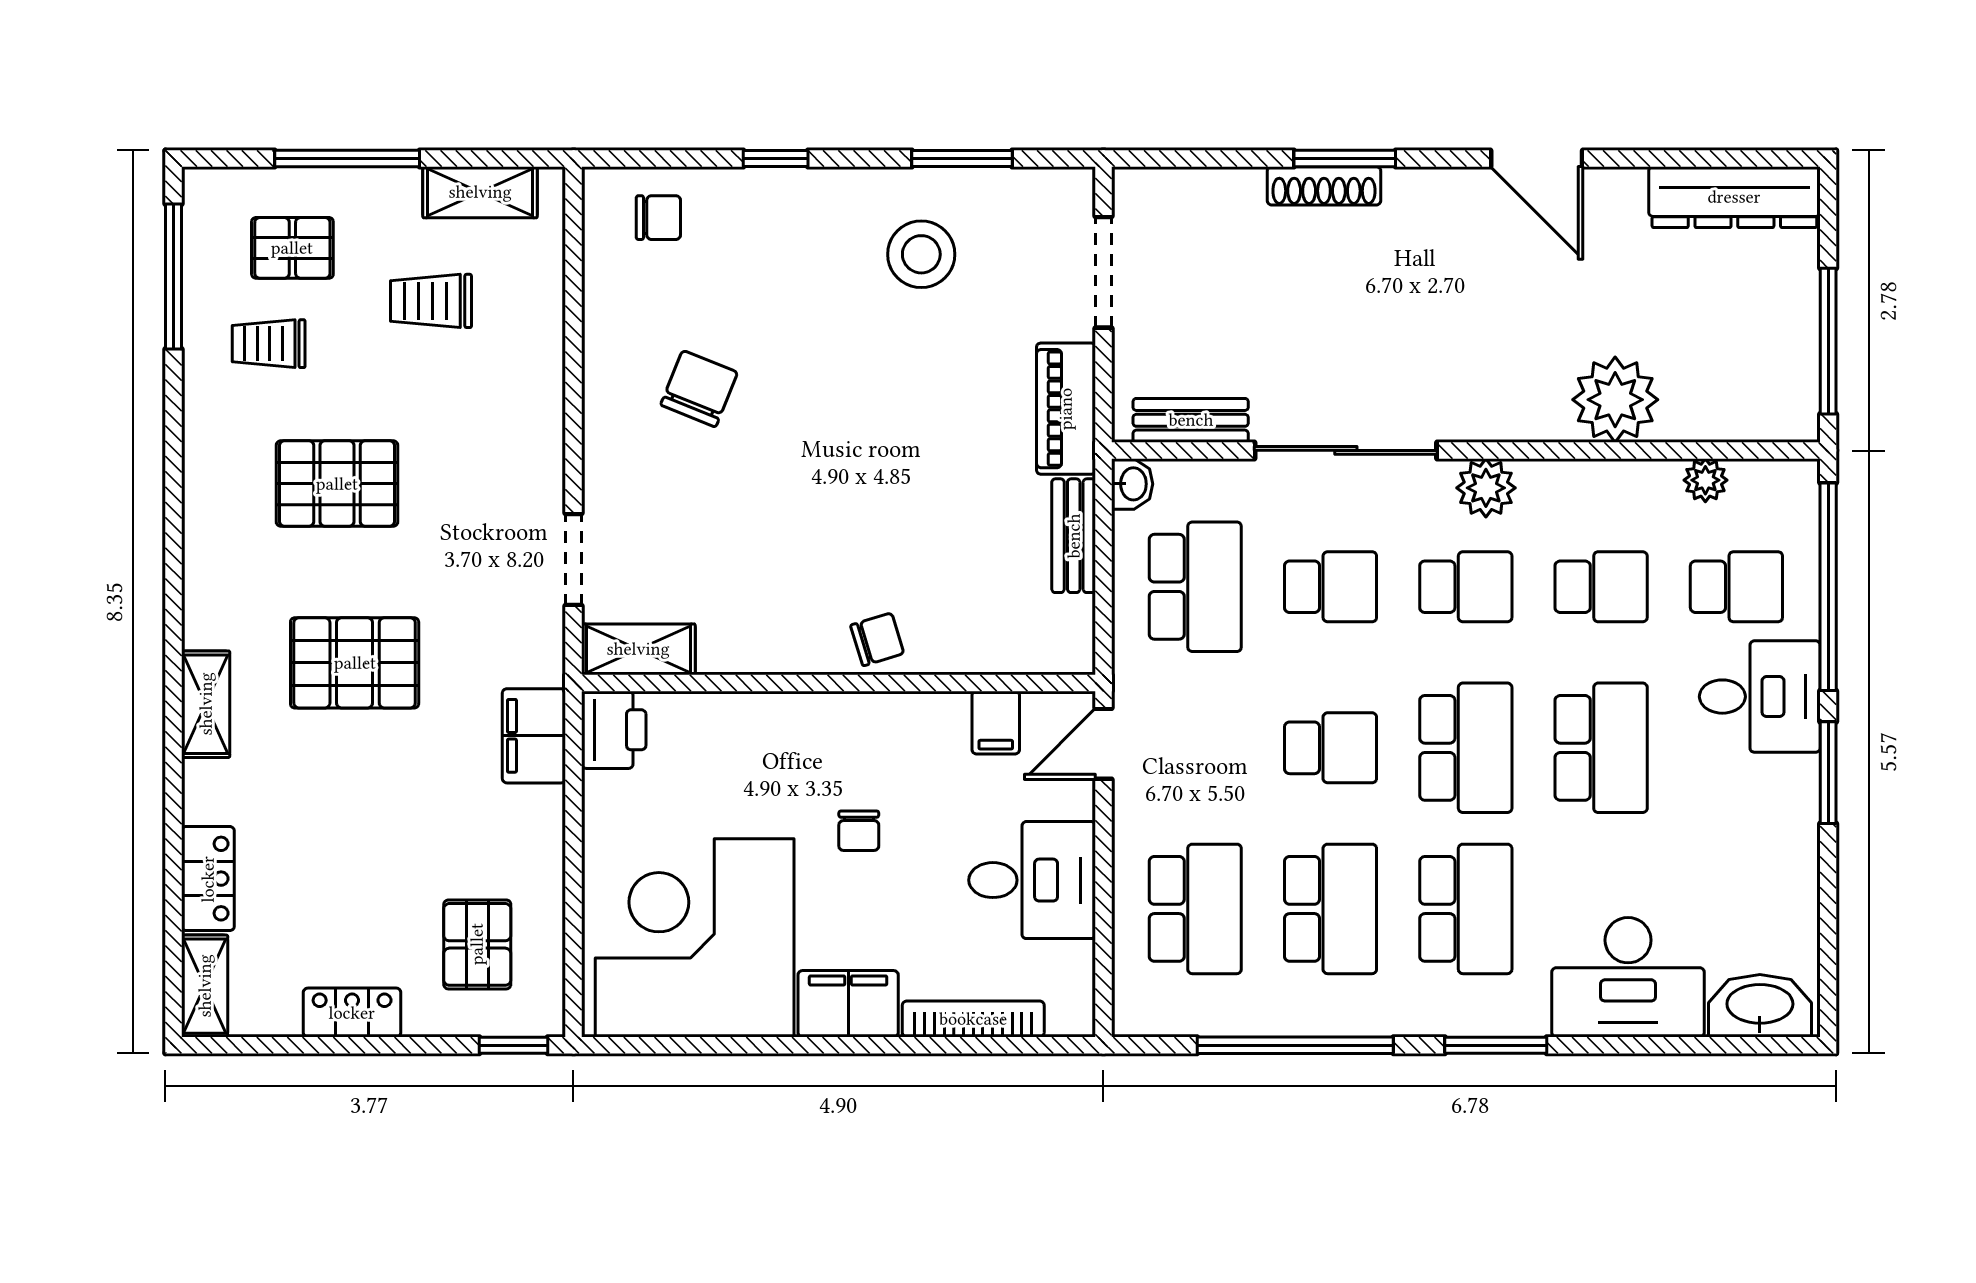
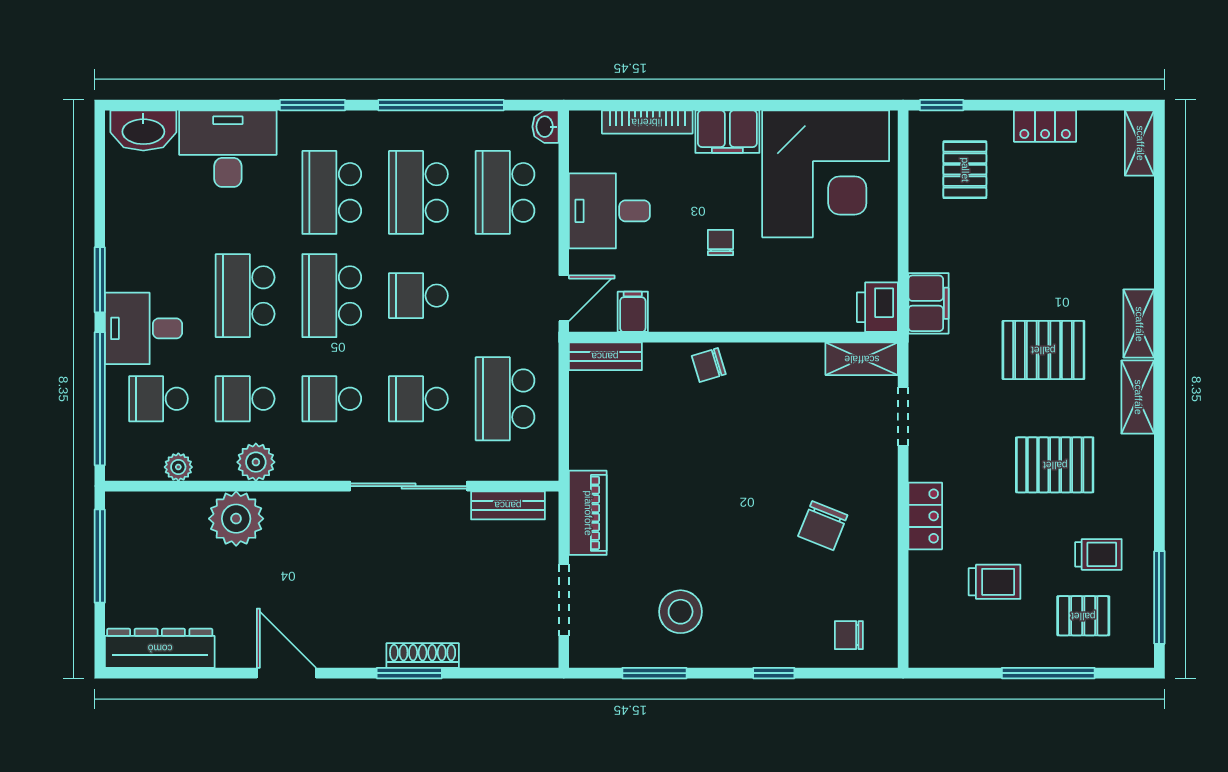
shelving: (480, 192) -> (1138, 397), moved, turned 90
washbasin: (1132, 484) -> (545, 127), moved
plant: (1486, 488) -> (256, 462), moved
bench: (1074, 536) -> (605, 356), moved, turned 90
locker: (208, 879) -> (925, 516), moved, turned 180

